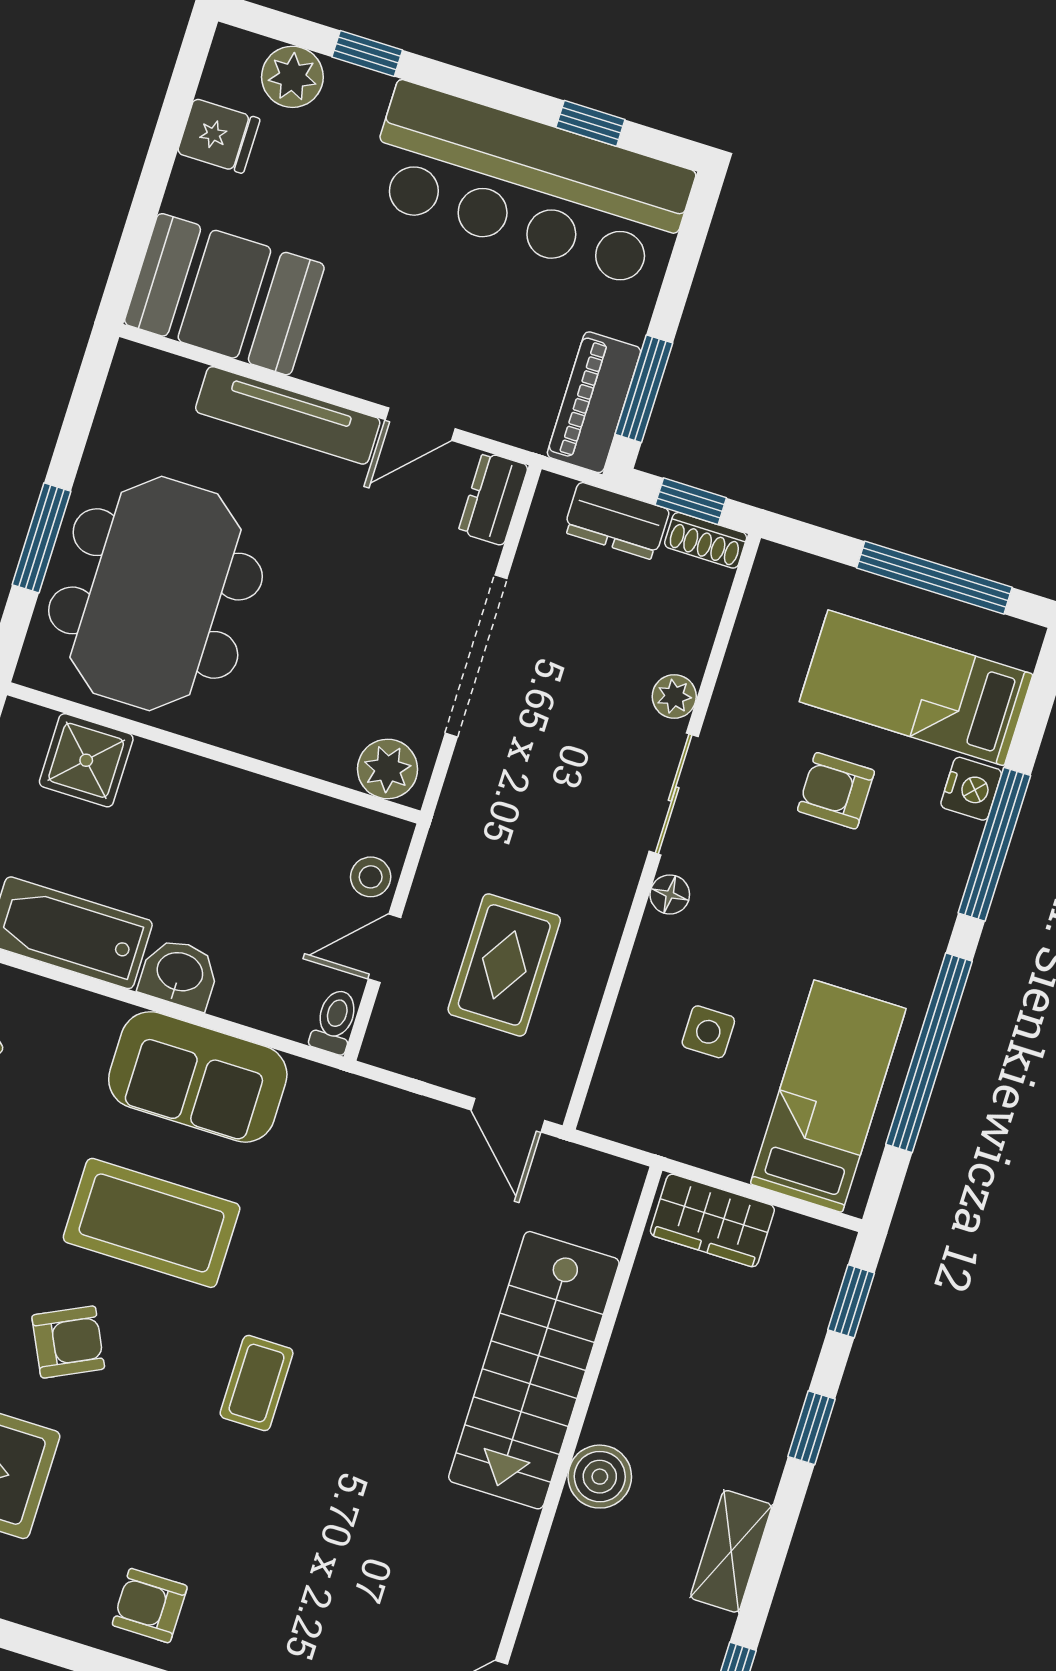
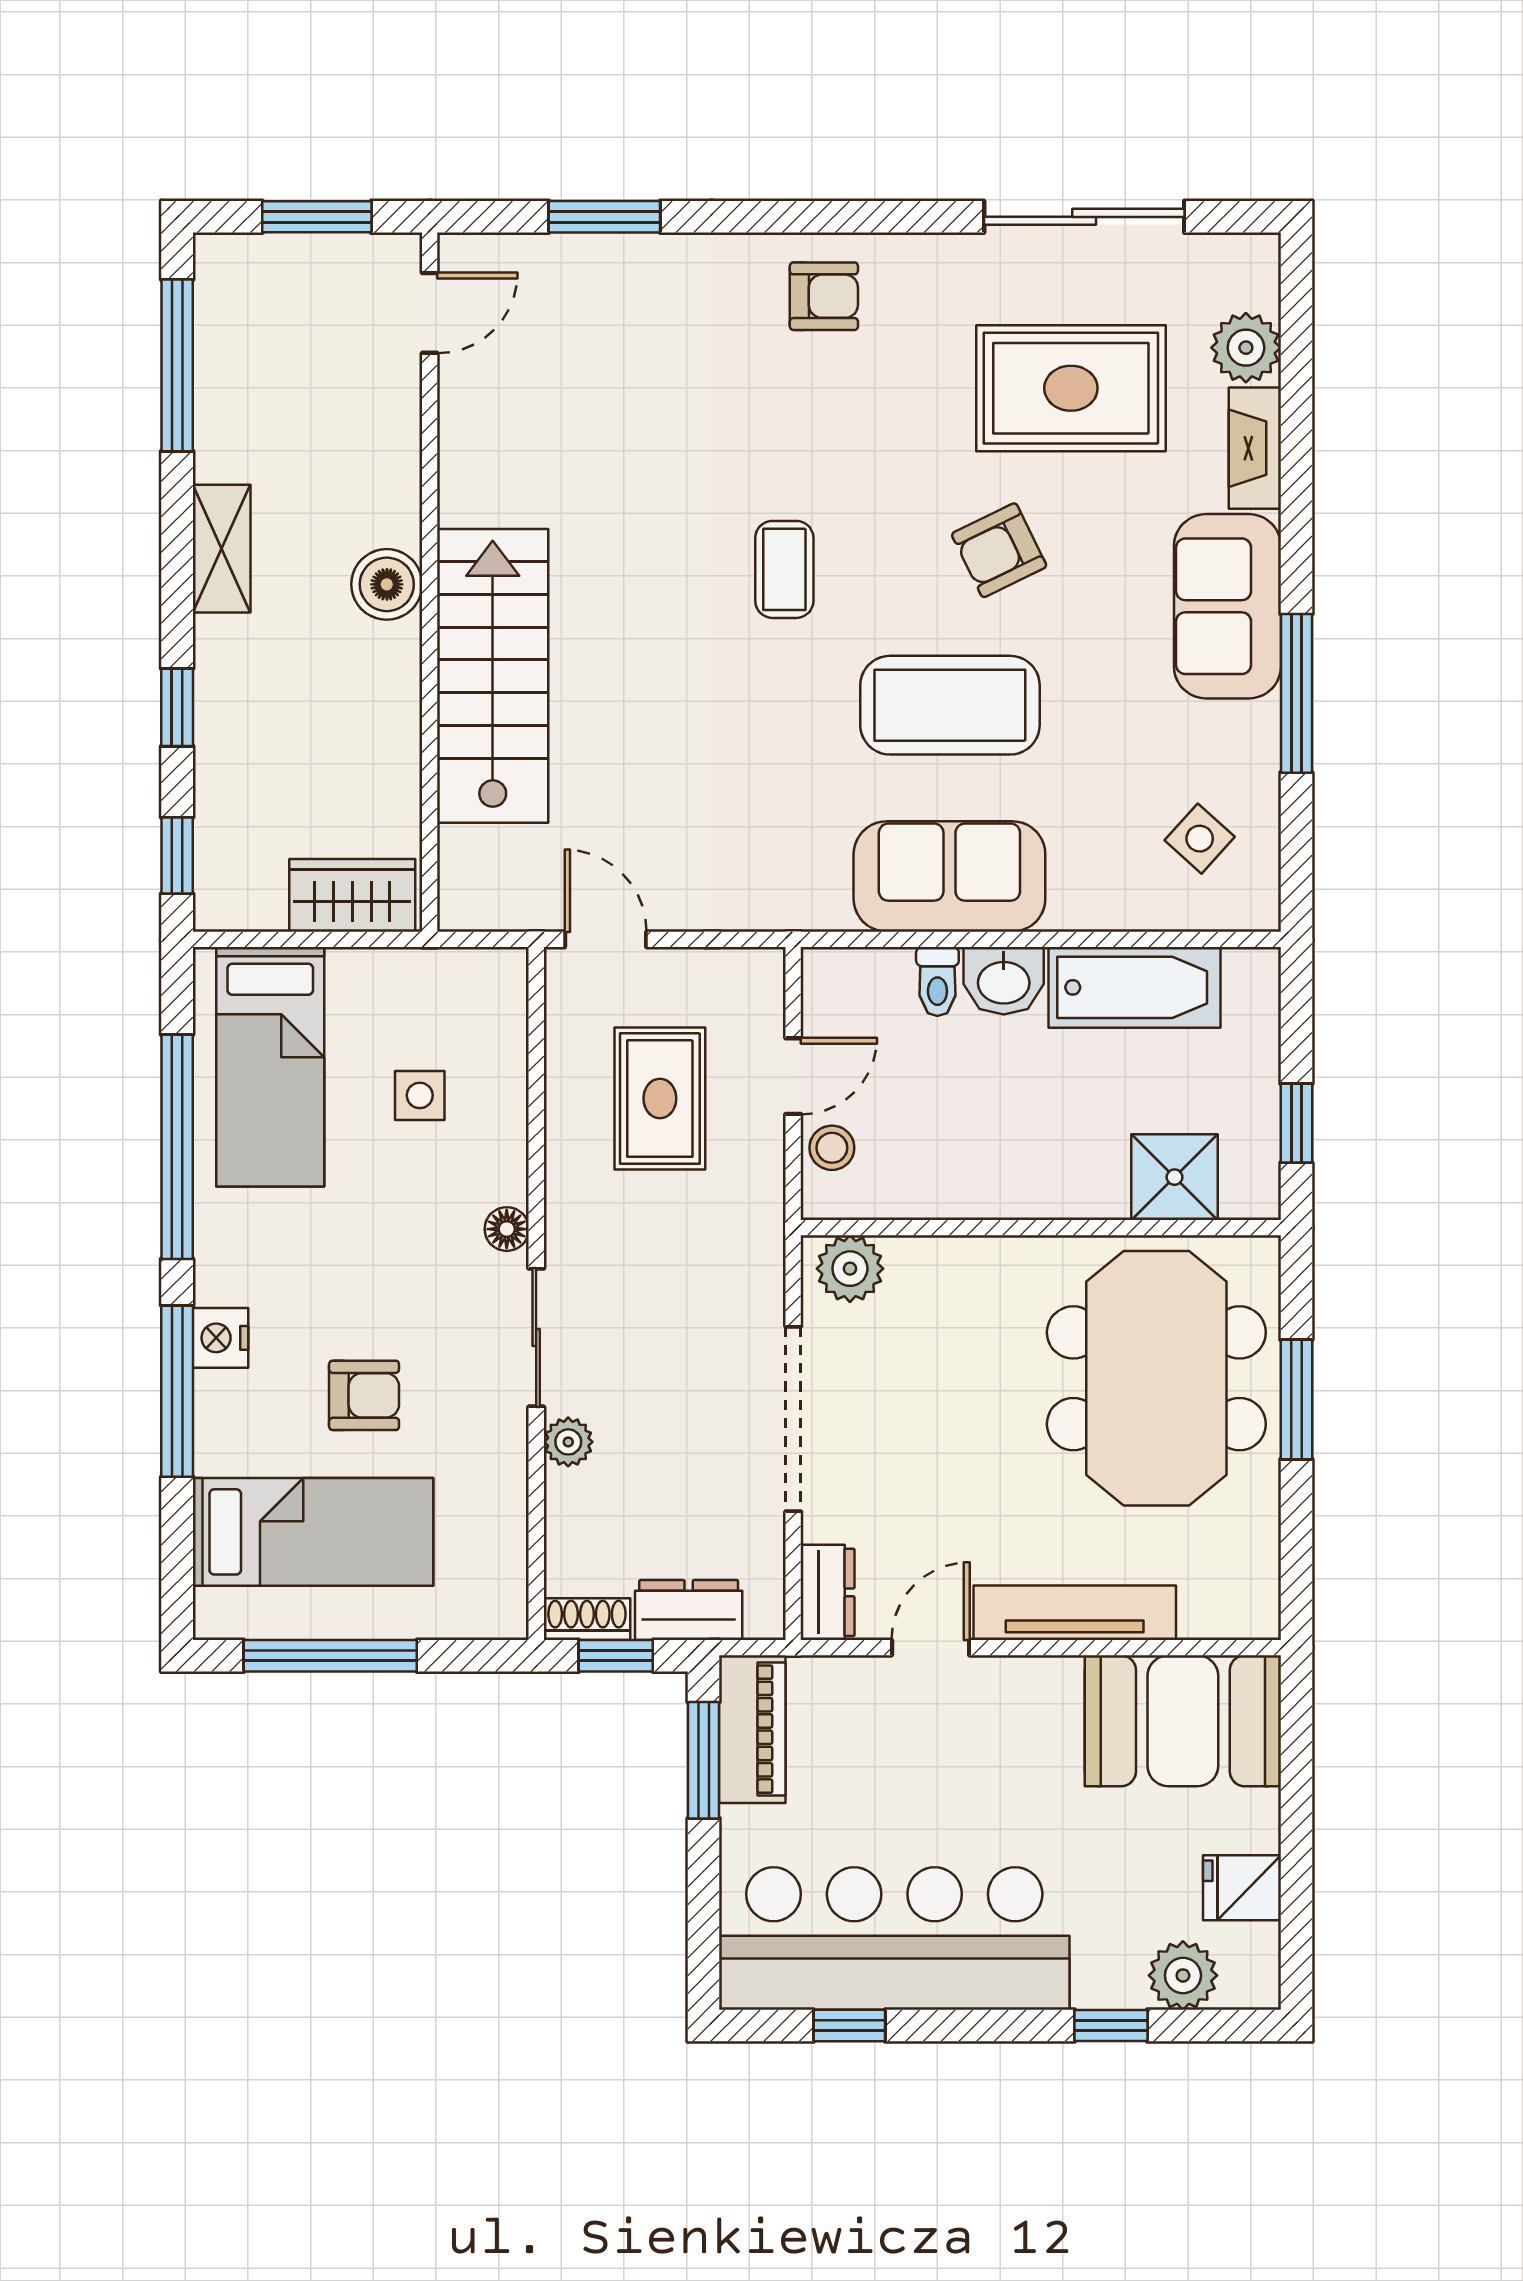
nightstand: (971, 789) -> (220, 1338), moved
toilet: (335, 1021) -> (937, 981), moved

